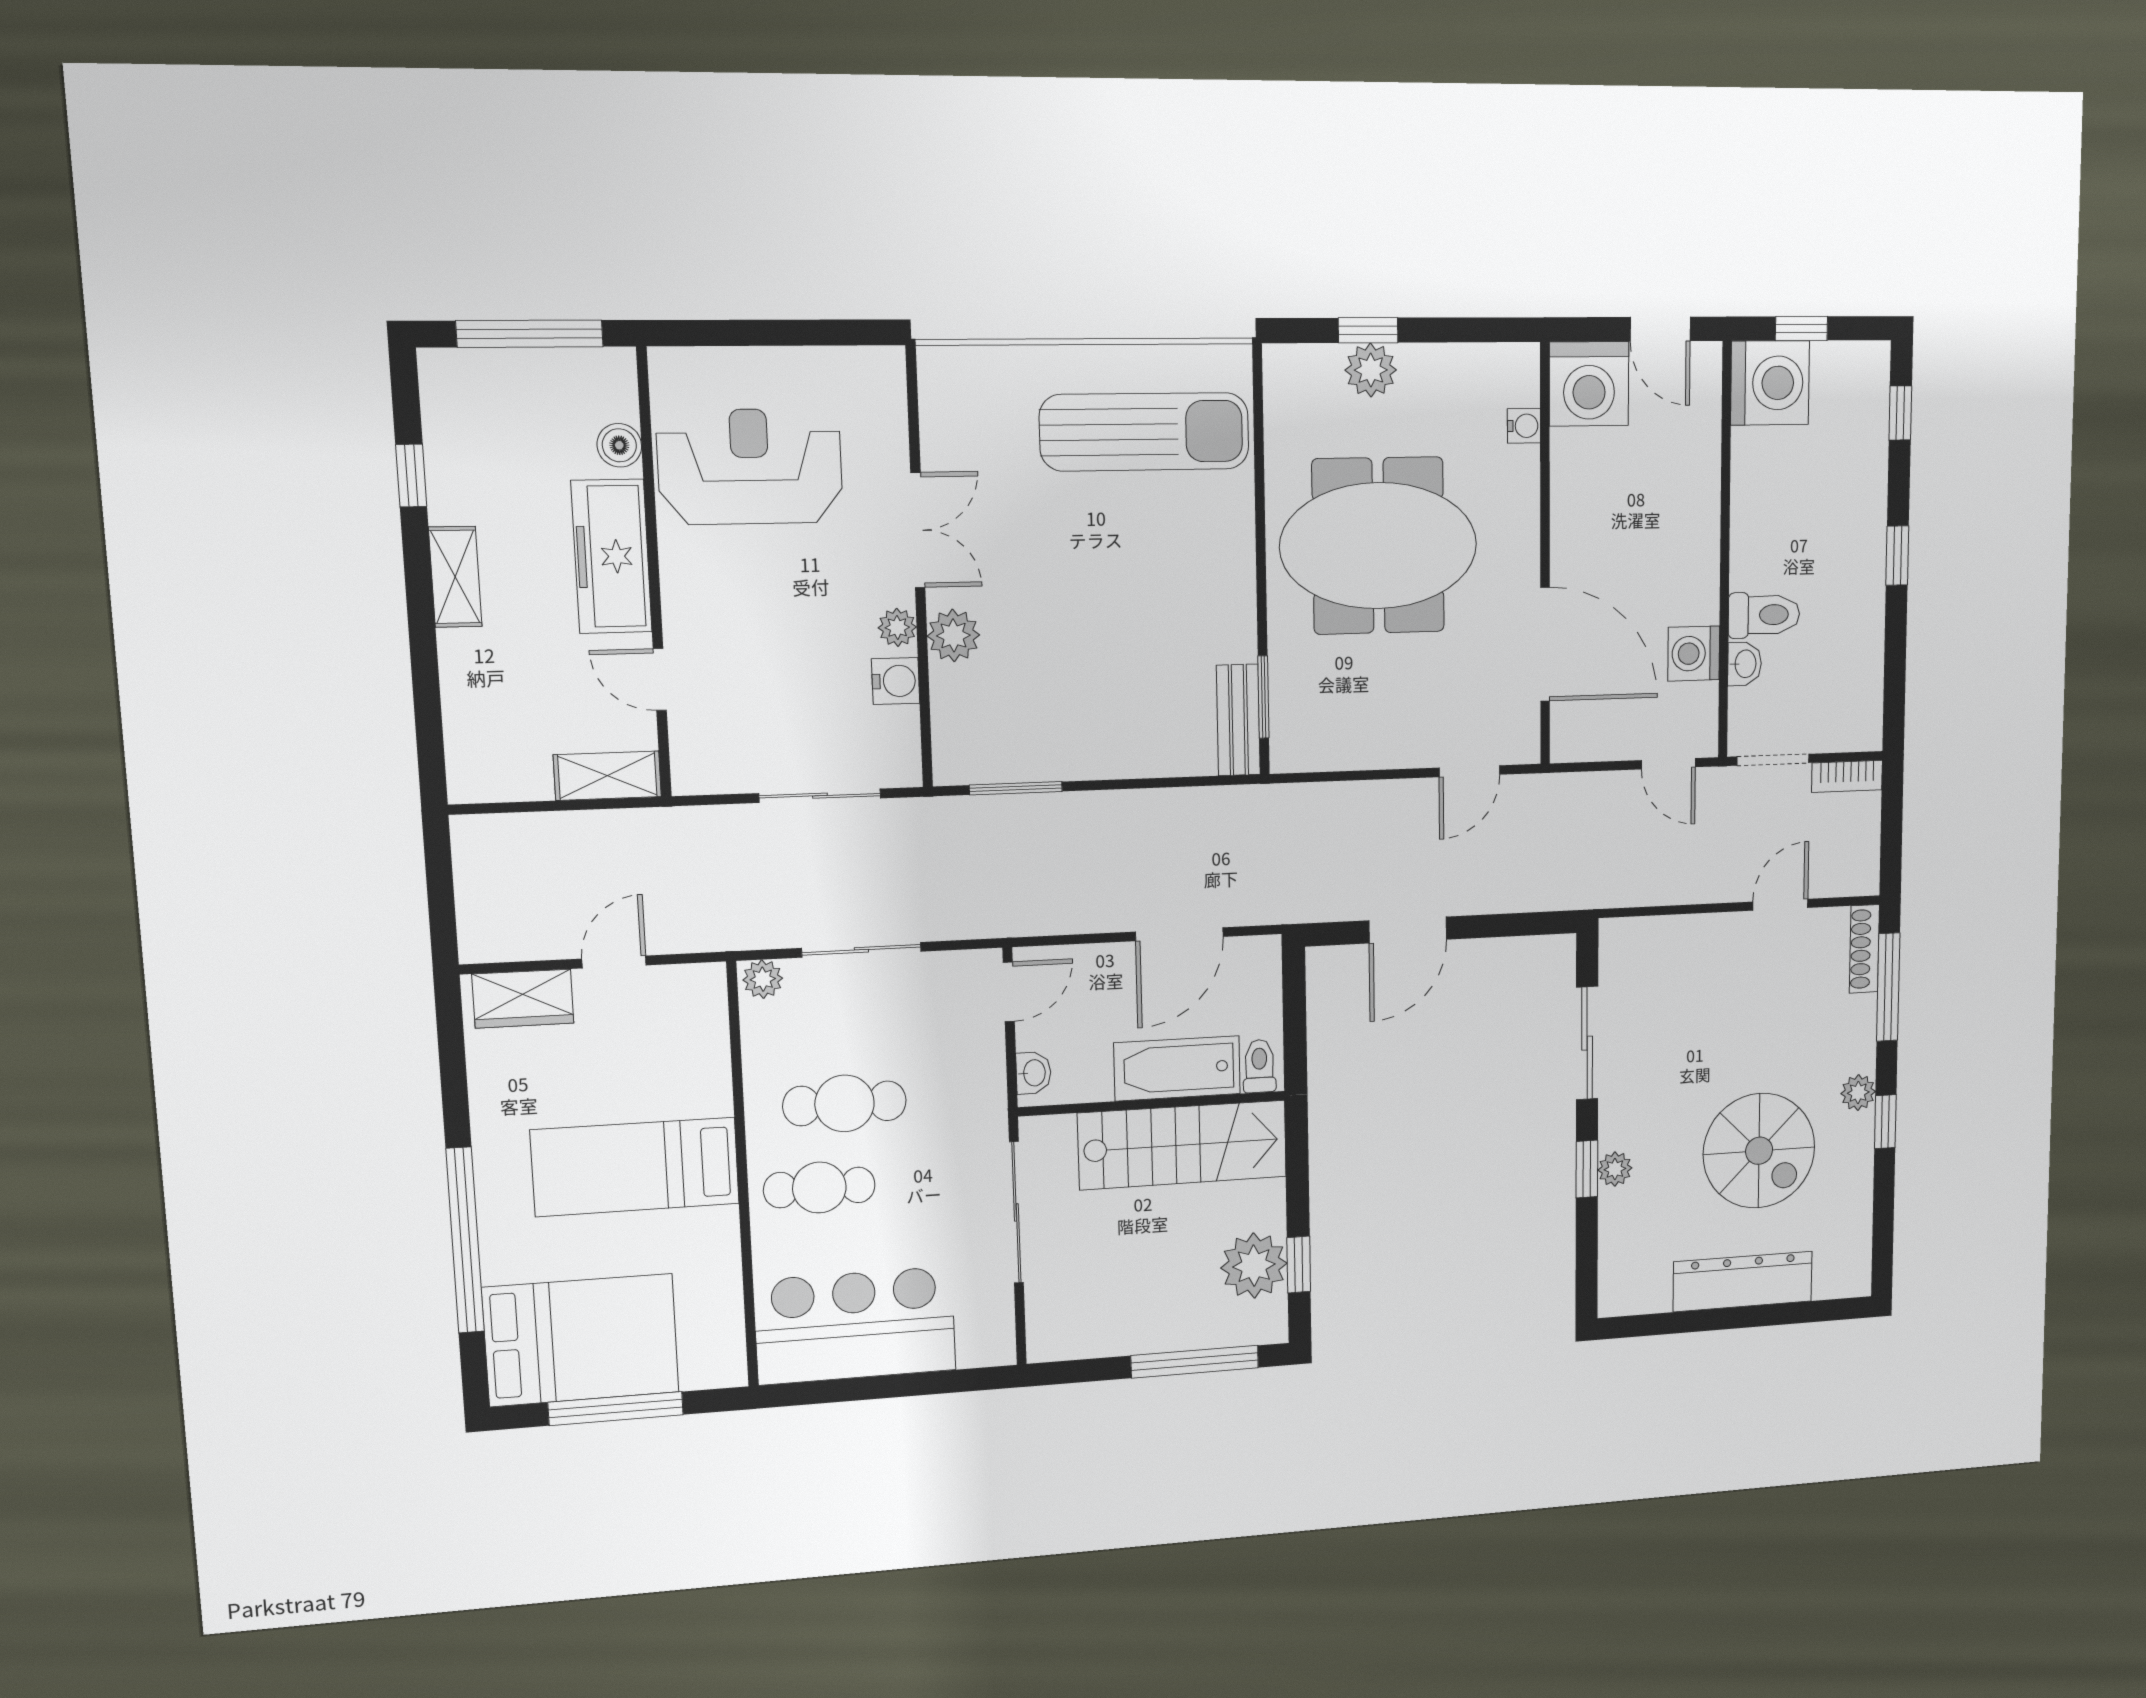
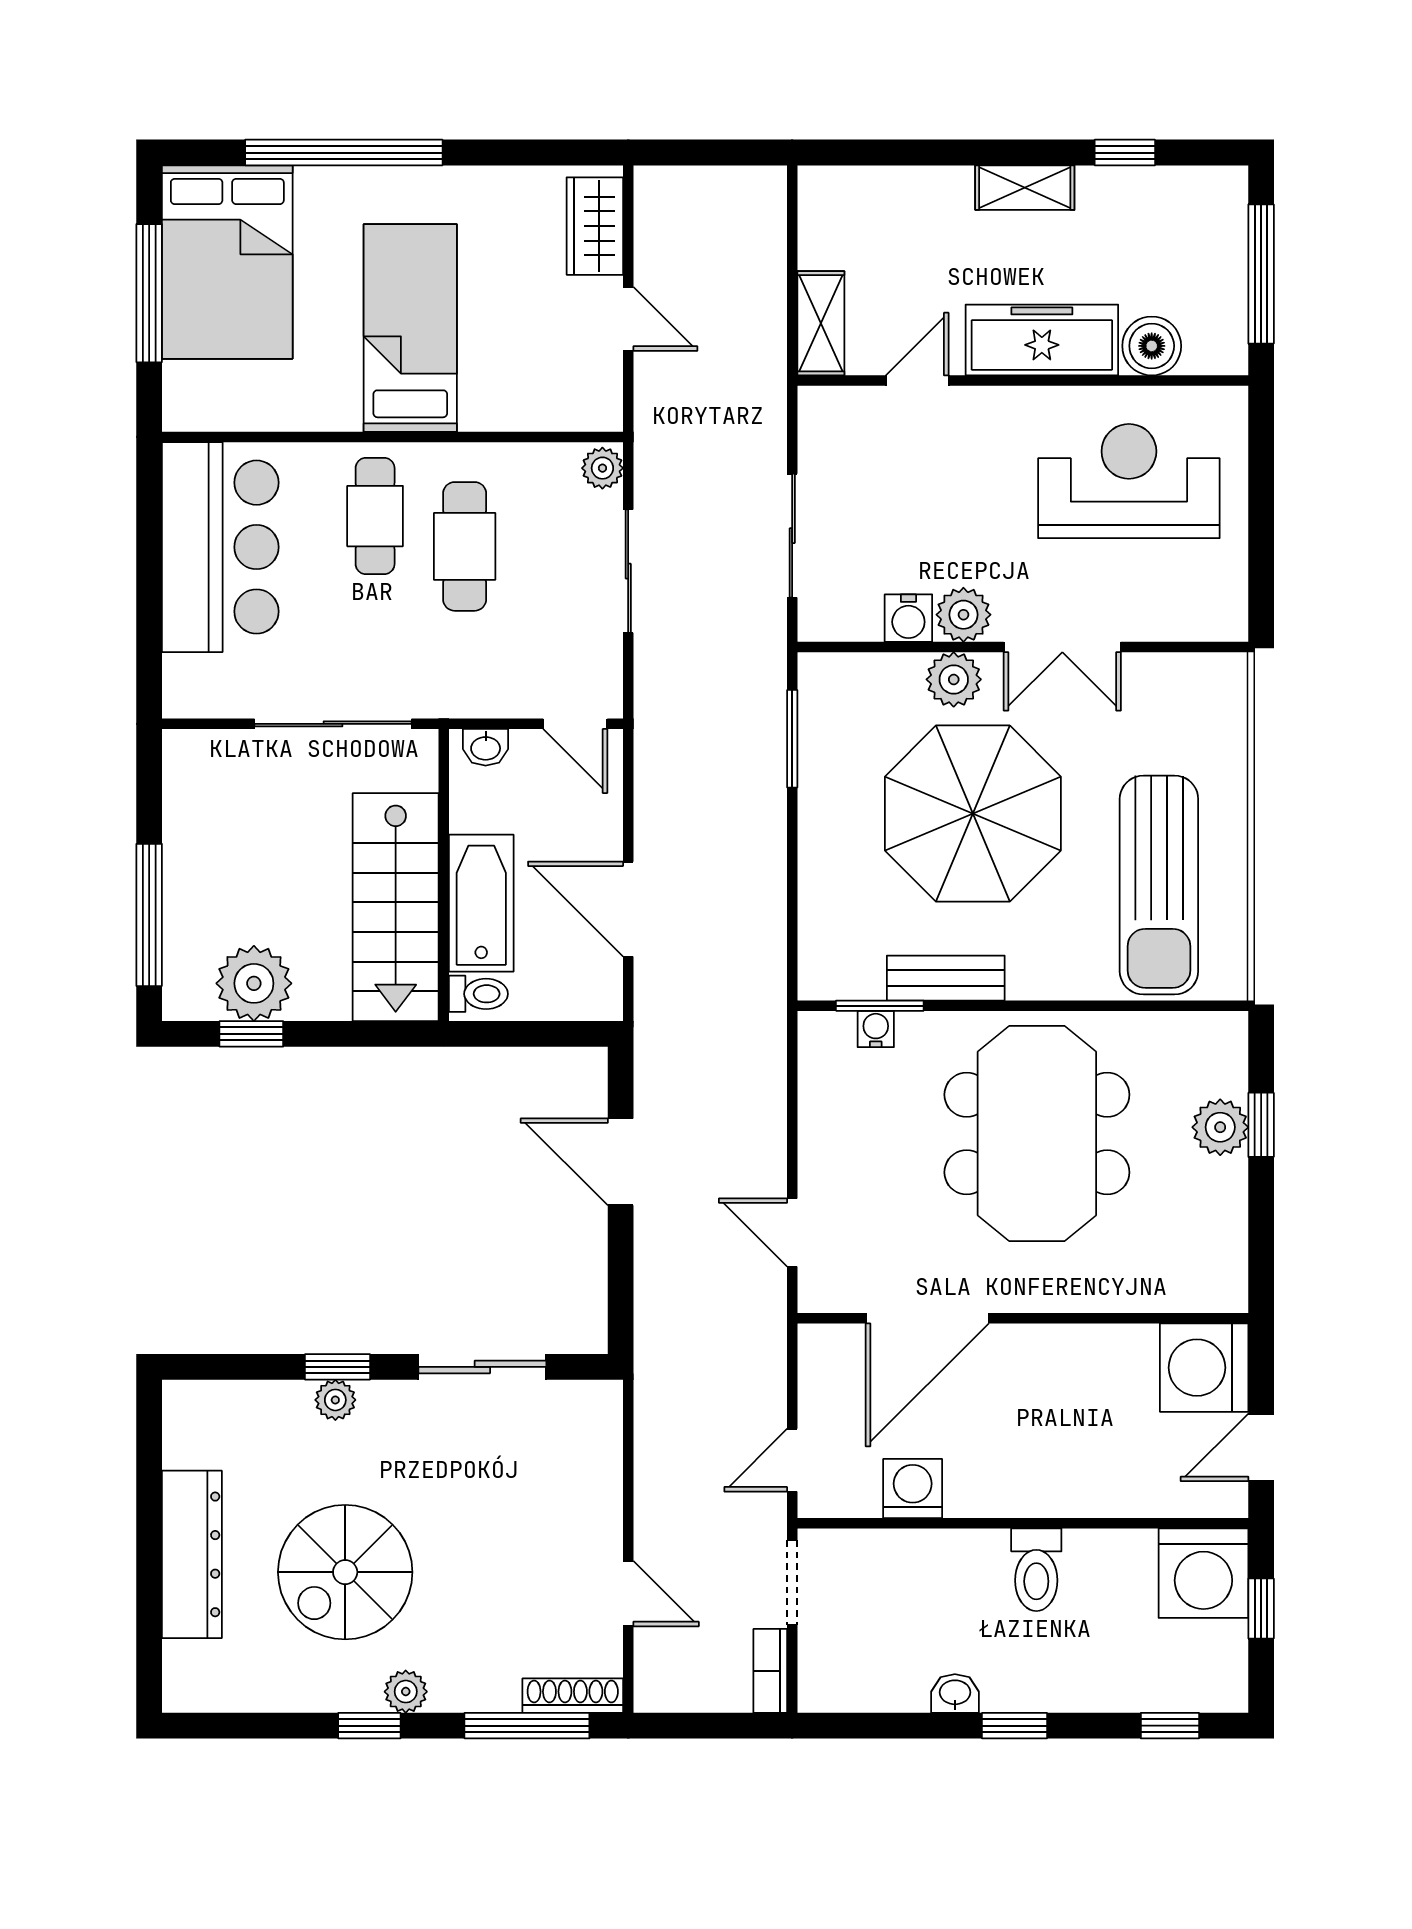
water cooler: (1524, 426) -> (876, 1029), moved, turned 180
boiler: (619, 445) -> (1152, 346), width x1.36, depth x1.36
reception desk: (750, 467) -> (1129, 481), turned -90
parasol: (1082, 614) -> (973, 814), added
toilet: (1764, 615) -> (1036, 1570), moved
plant: (897, 627) -> (963, 615), width x1.38, depth x1.38
washbasin: (1745, 664) -> (955, 1693), moved, turned 180
bench: (1238, 720) -> (946, 978), moved

